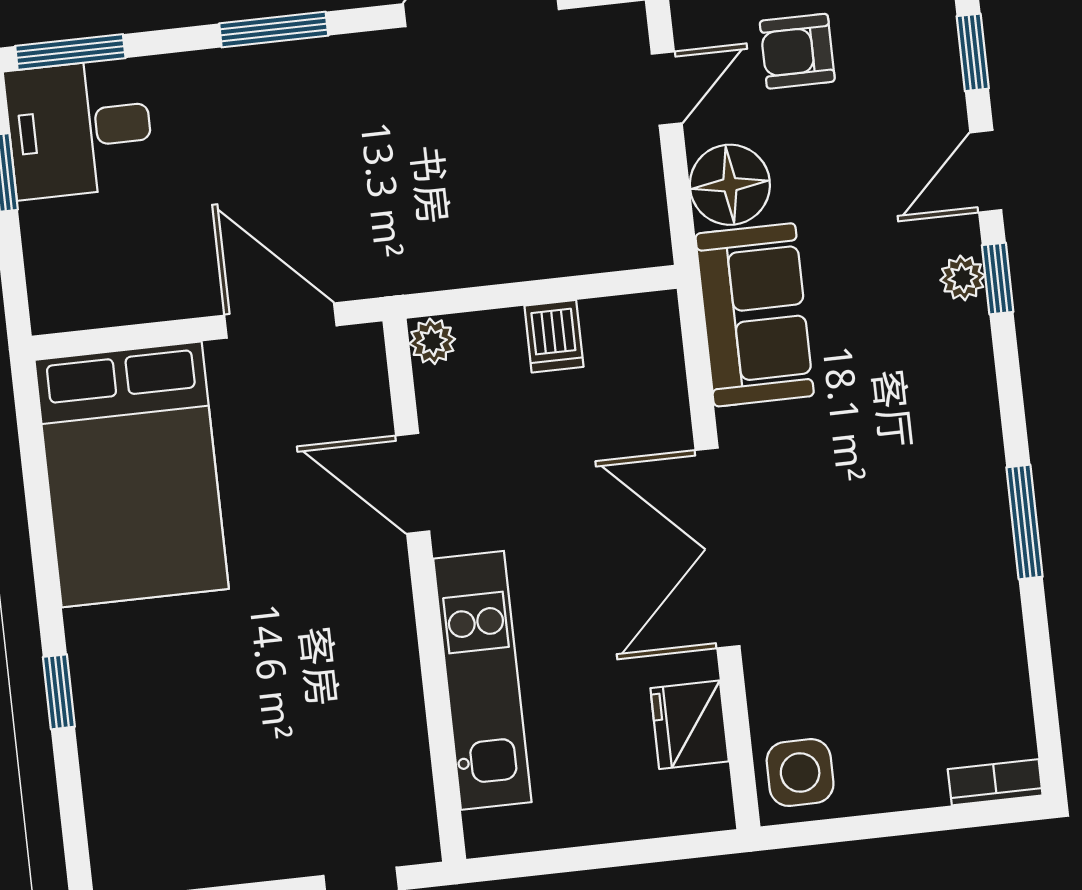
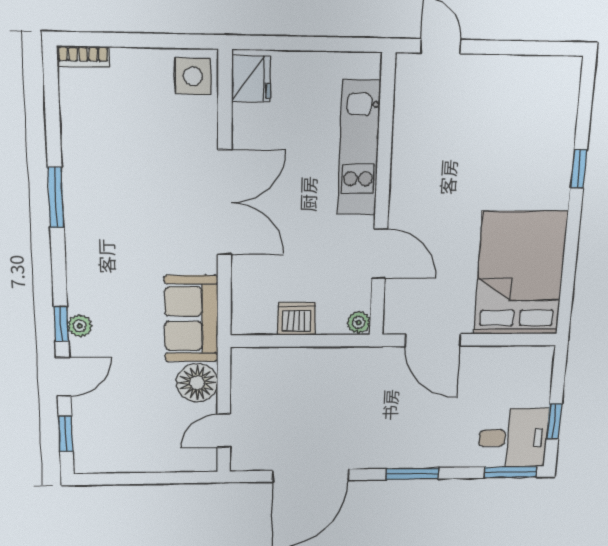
armchair: (797, 51) -> (156, 442), removed
dishwasher: (554, 336) -> (296, 319), width x1.38
fridge: (690, 725) -> (251, 79), moved

